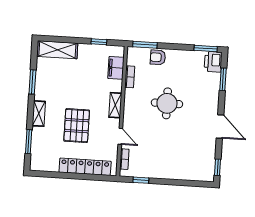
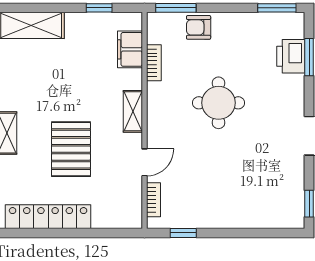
printer: (213, 62) -> (291, 56), moved
door: (120, 136) -> (145, 162), hinge flipped
locker: (85, 167) -> (48, 217), moved

